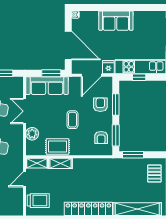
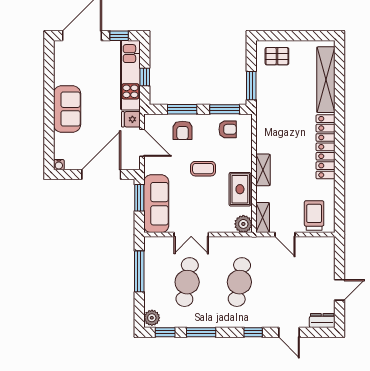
armchair: (100, 105) -> (183, 130), turned -90
plant: (32, 134) -> (243, 224), moved
shelving: (60, 163) -> (263, 170), moved

